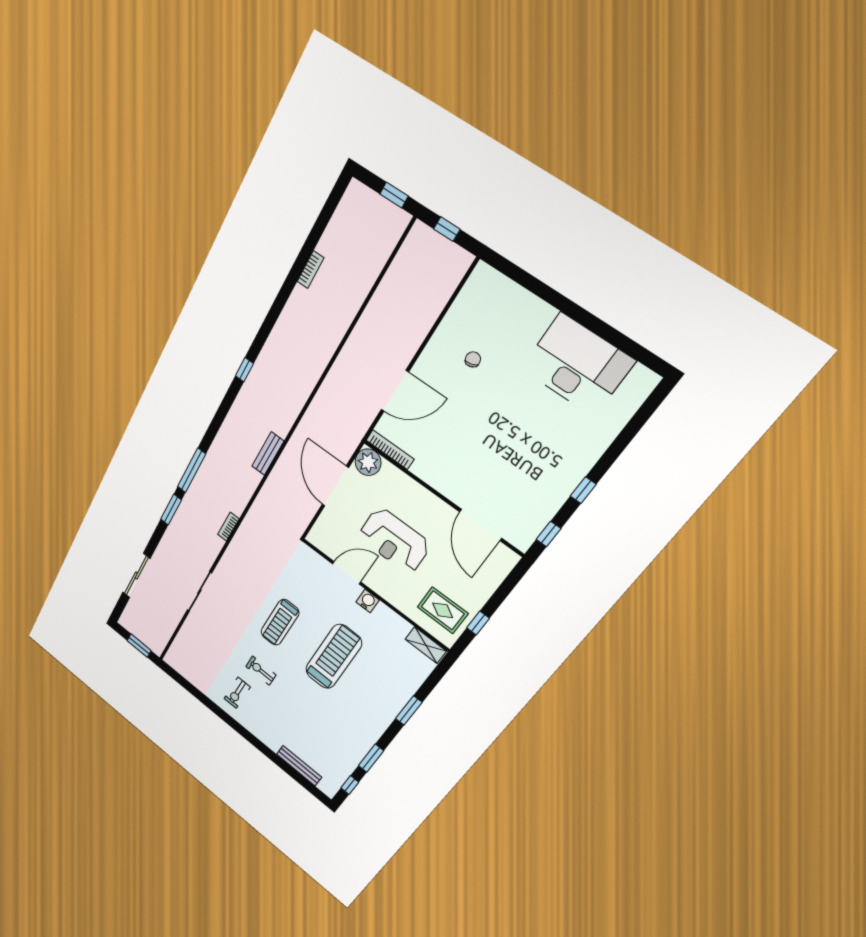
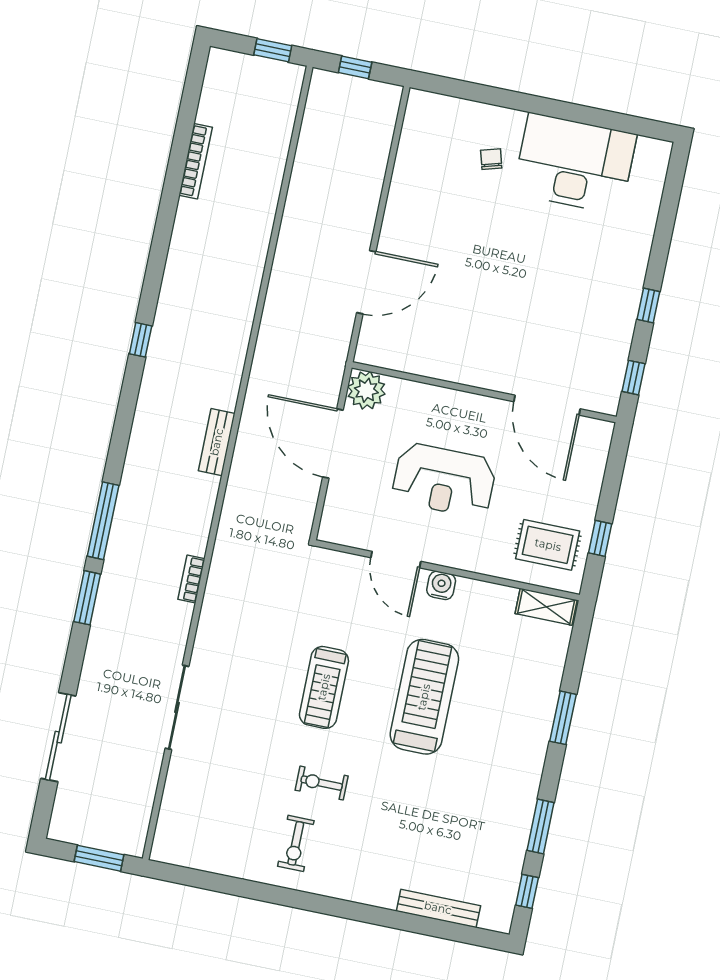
bookcase: (310, 270) -> (196, 161), width x1.56
chair: (473, 359) -> (491, 159), moved
bookcase: (390, 450) -> (390, 360), removed
door: (347, 573) -> (396, 560), swing flipped

